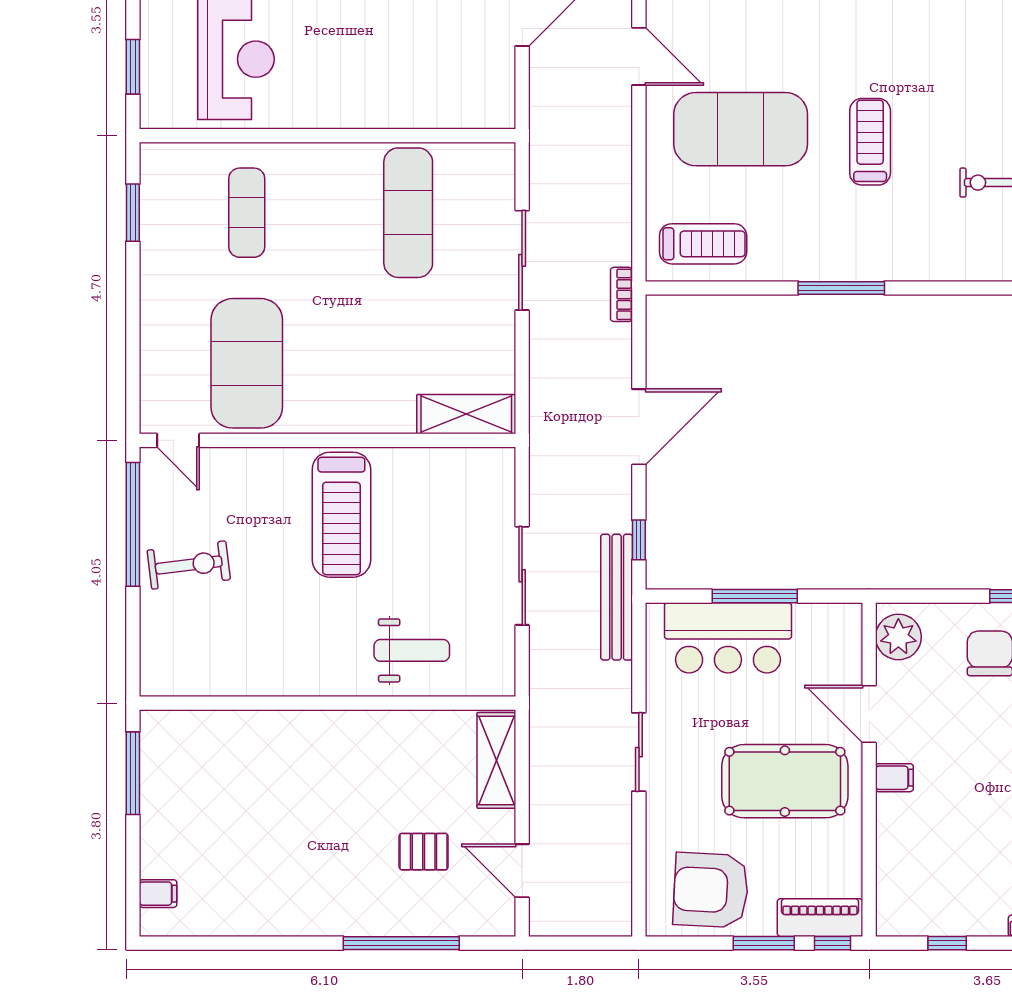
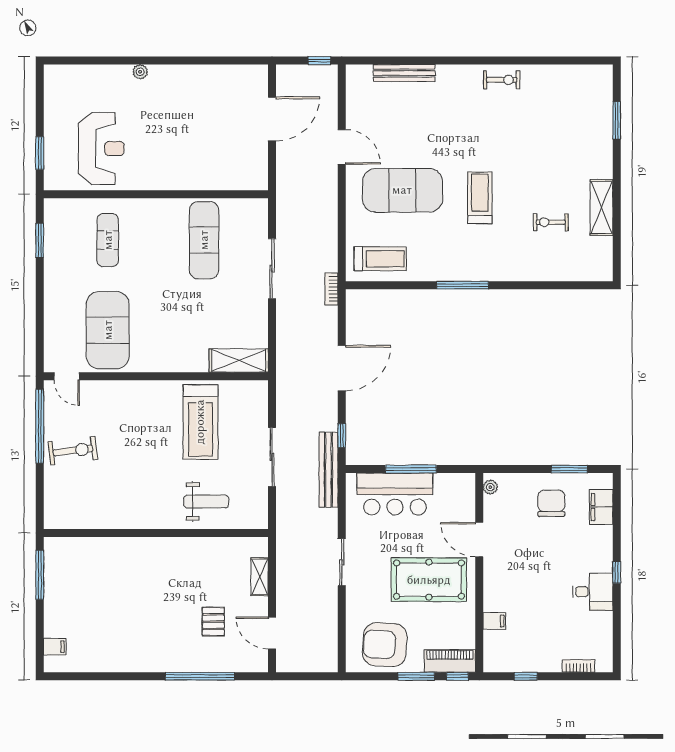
treadmill: (341, 515) -> (200, 422), moved
plant: (898, 637) -> (490, 487), width x0.53, depth x0.53
shelving: (496, 760) -> (260, 577), width x0.67, depth x0.75
filing cabinet: (894, 778) -> (494, 621), moved
pallet: (424, 852) -> (213, 622), turned 90

